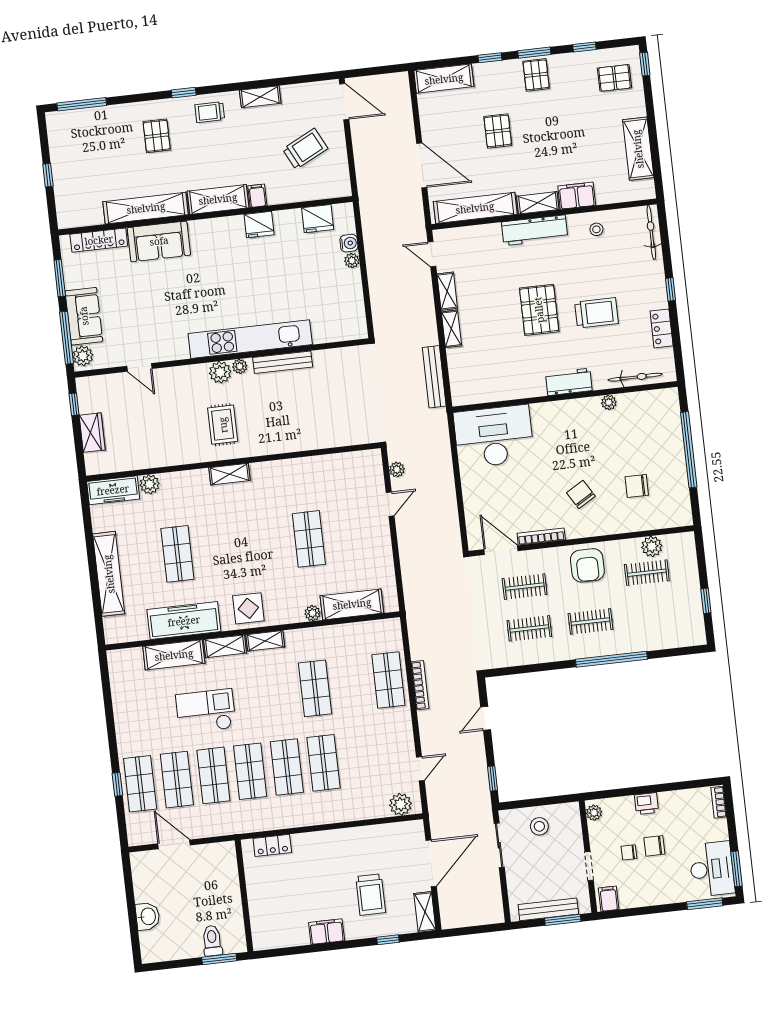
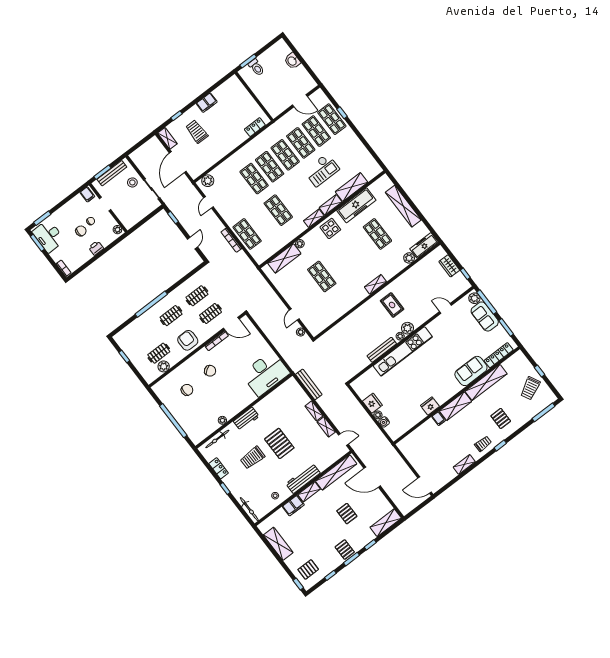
trolley: (305, 149) -> (530, 388), moved
fridge: (318, 219) -> (372, 403), moved, turned 90
stool: (539, 826) -> (132, 182), moved

